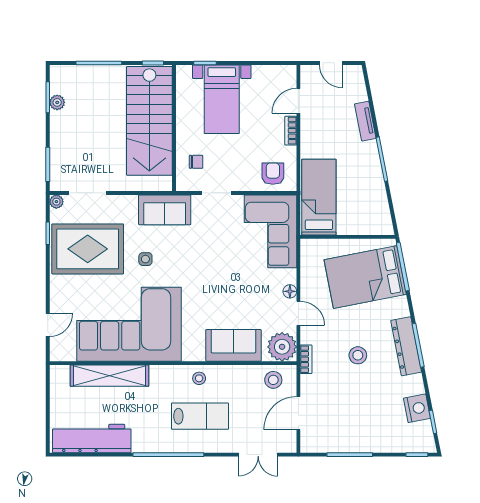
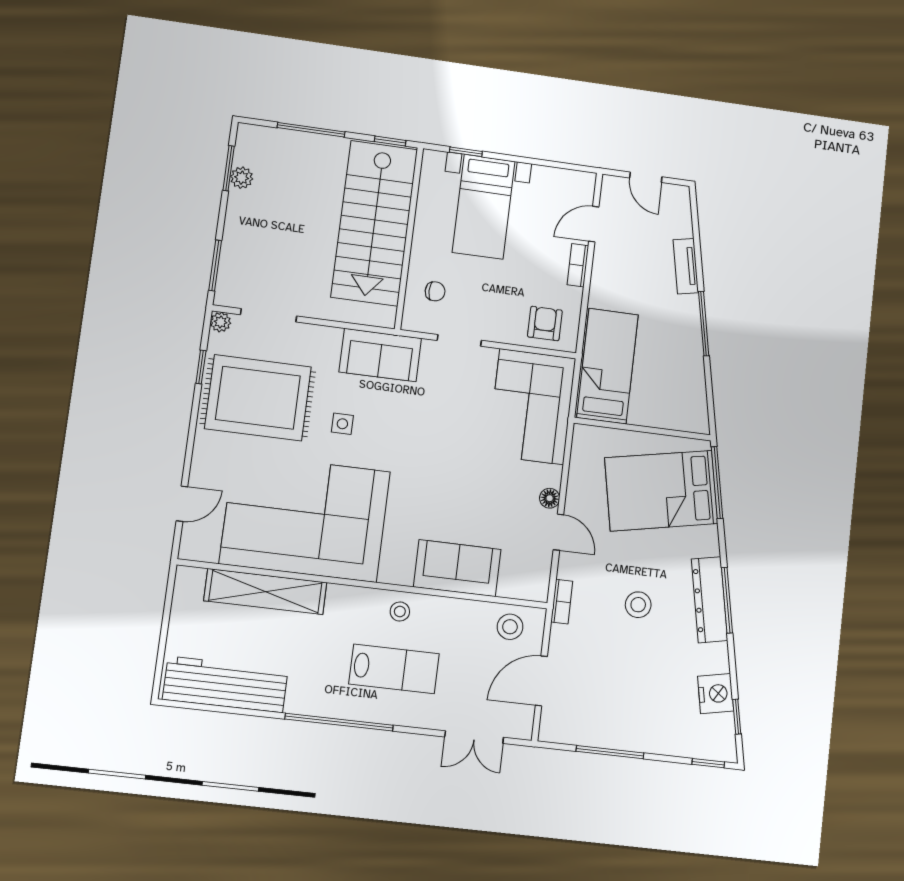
plant: (282, 347) -> (529, 579), removed

